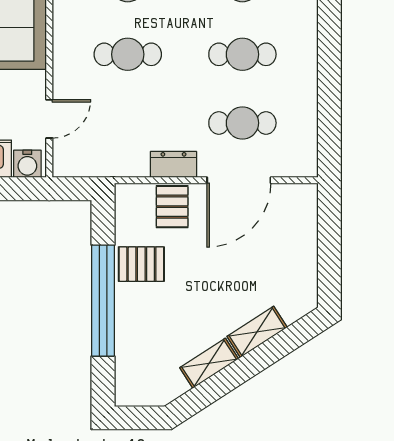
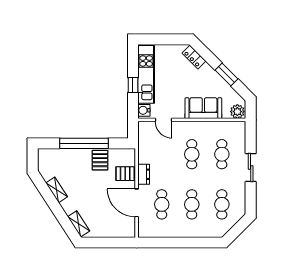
shelving: (257, 332) -> (79, 224), moved

